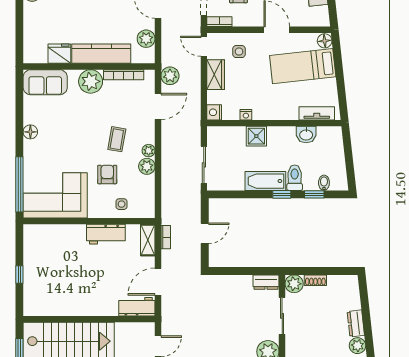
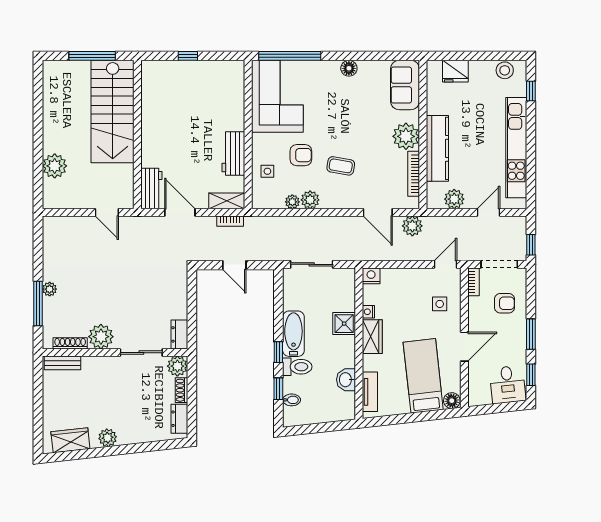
fridge: (59, 54) -> (455, 71), moved, turned 90
wardrobe: (216, 75) -> (372, 337), moved, turned -90
plant: (149, 151) -> (292, 202), moved
dresser: (356, 323) -> (179, 419), moved, turned -84

